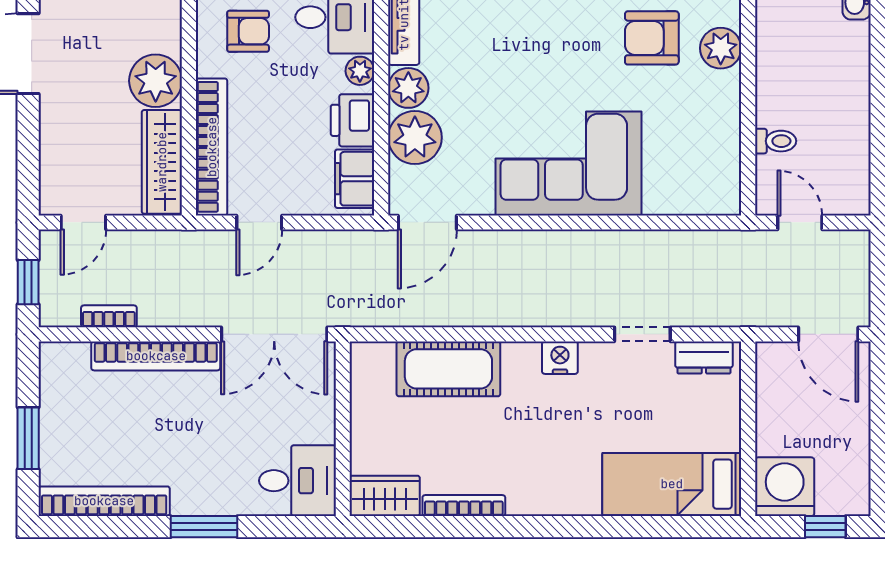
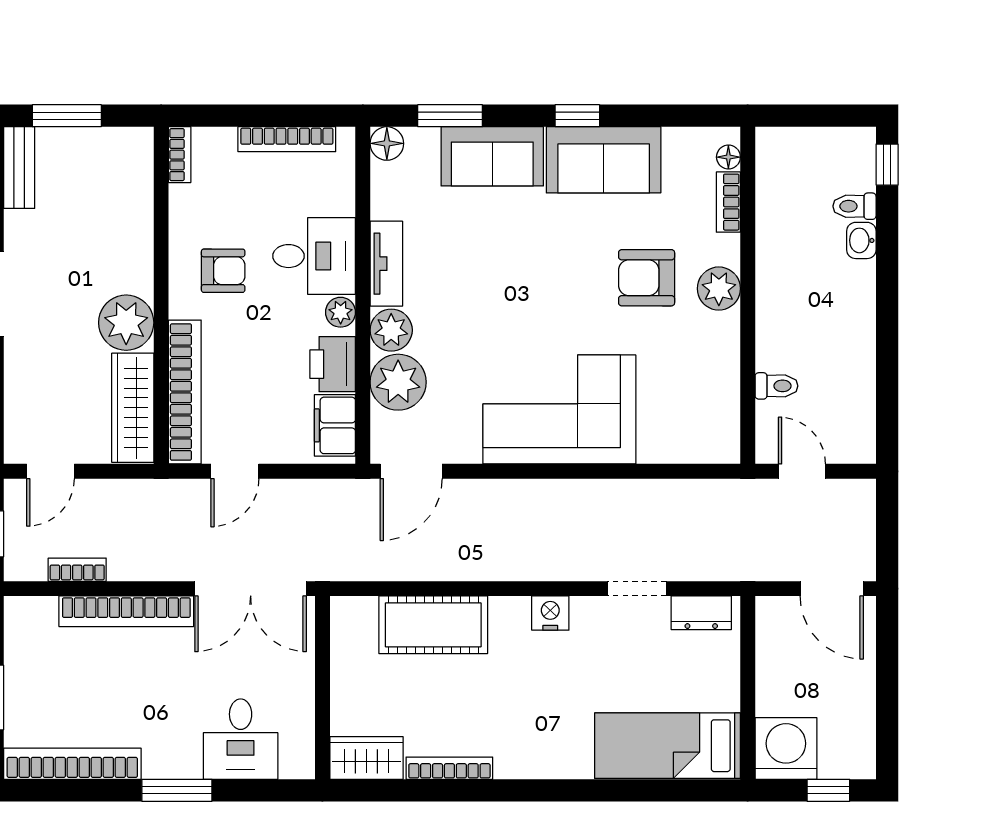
desk: (297, 481) -> (241, 739), moved, turned 90

